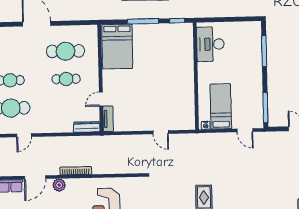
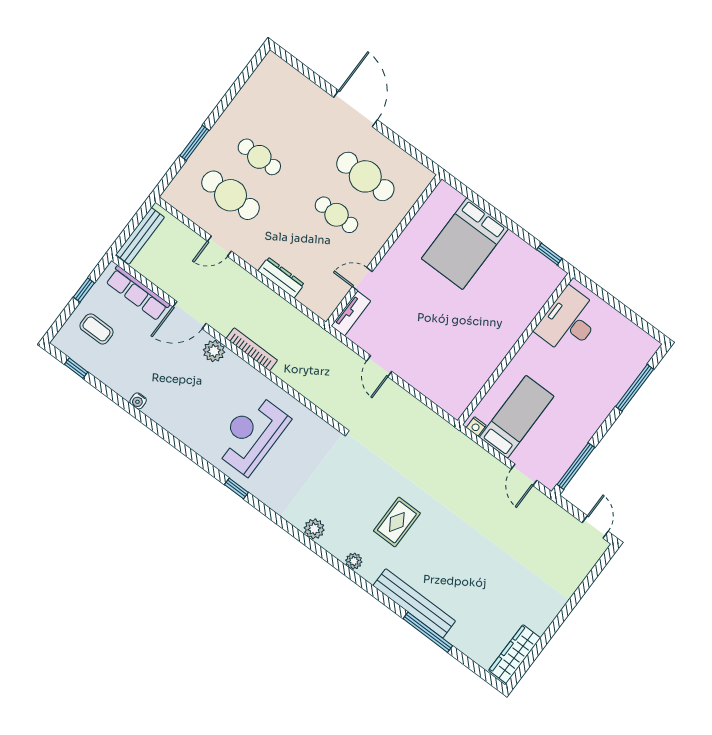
window: (143, 21) -> (502, 219), removed
bed: (117, 47) -> (465, 244), moved
dresser: (87, 127) -> (281, 278), moved
door: (161, 132) -> (379, 366), moved

